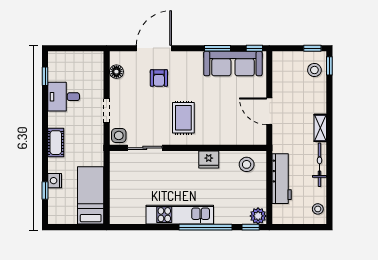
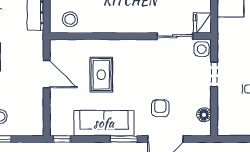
window: (218, 48) -> (124, 139), moved
sofa: (233, 64) -> (104, 123), moved
rug: (183, 118) -> (101, 75), moved
fridge: (209, 159) -> (202, 23), moved, turned -90

